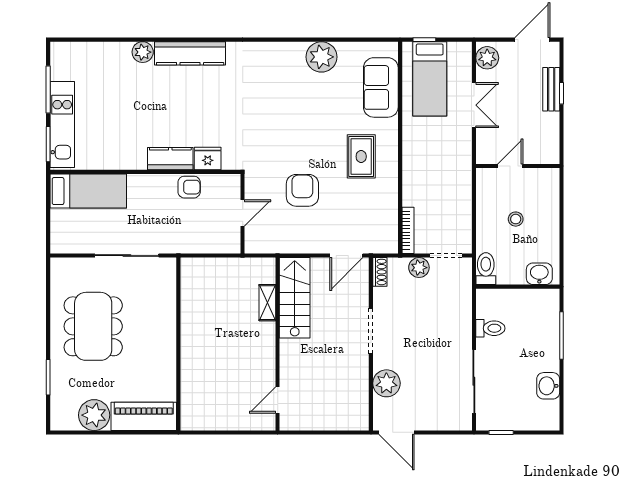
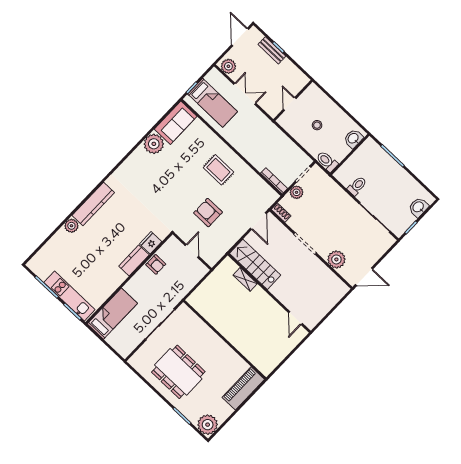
sofa: (381, 87) -> (176, 123), moved, turned -90
armchair: (189, 187) -> (156, 264), turned 90
washbasin: (548, 386) -> (418, 207), moved, turned 90
plant: (94, 415) -> (208, 425), moved

